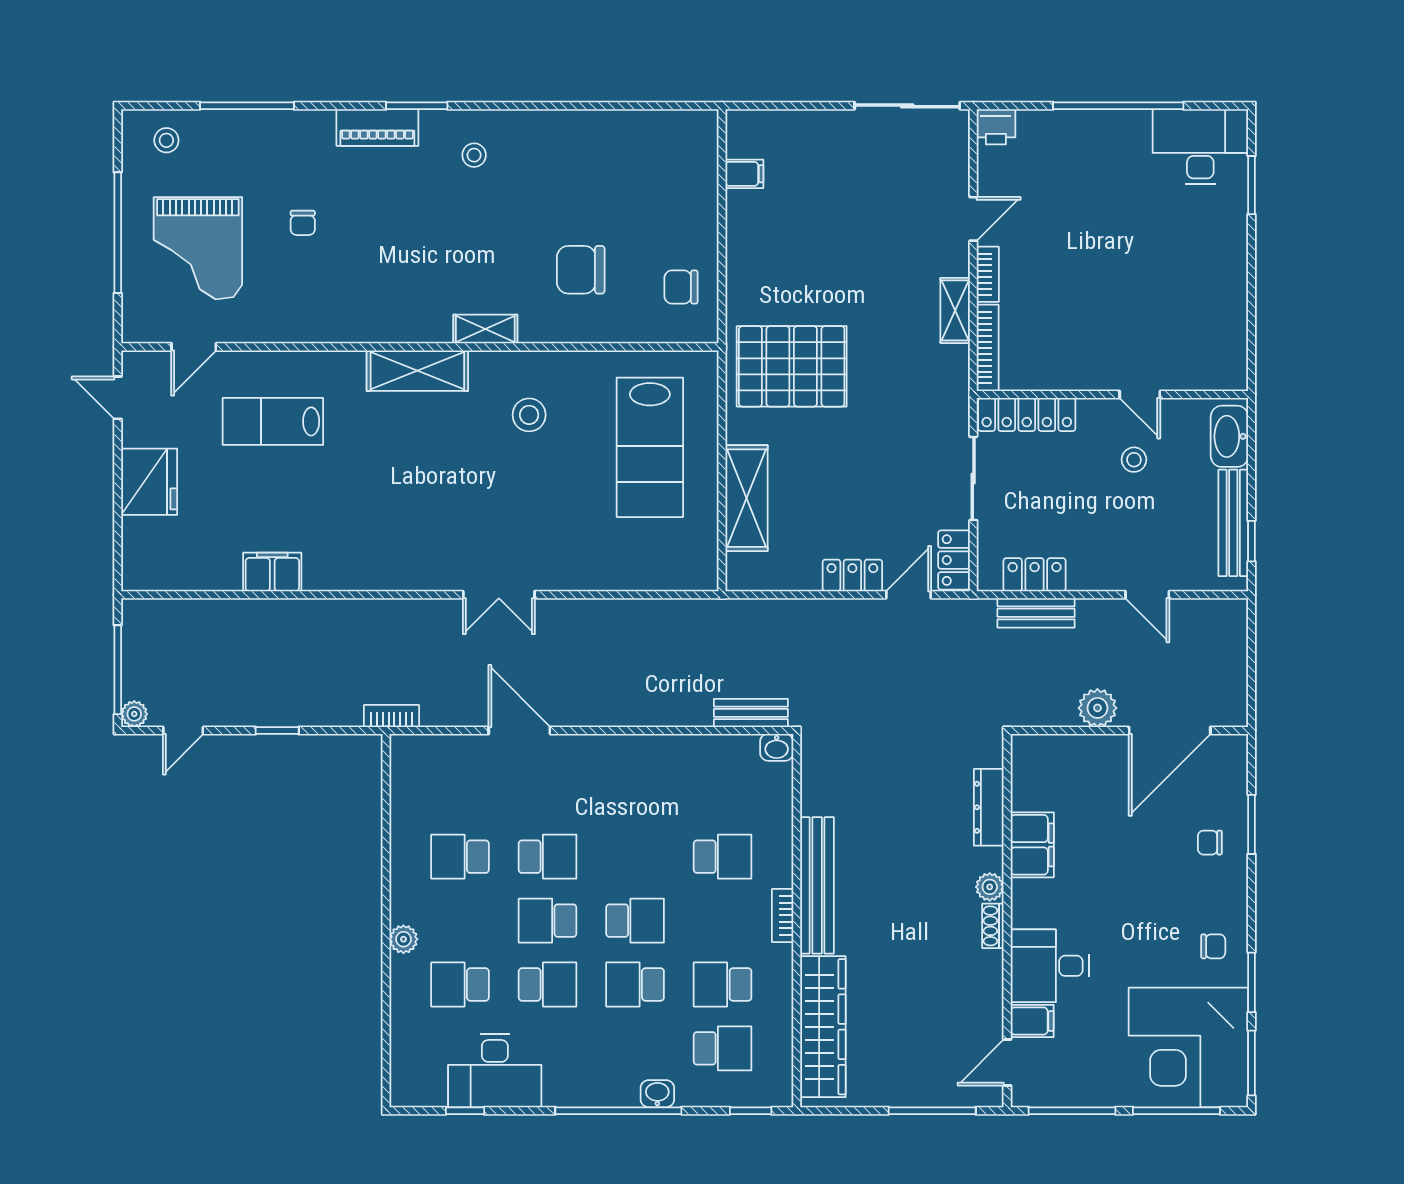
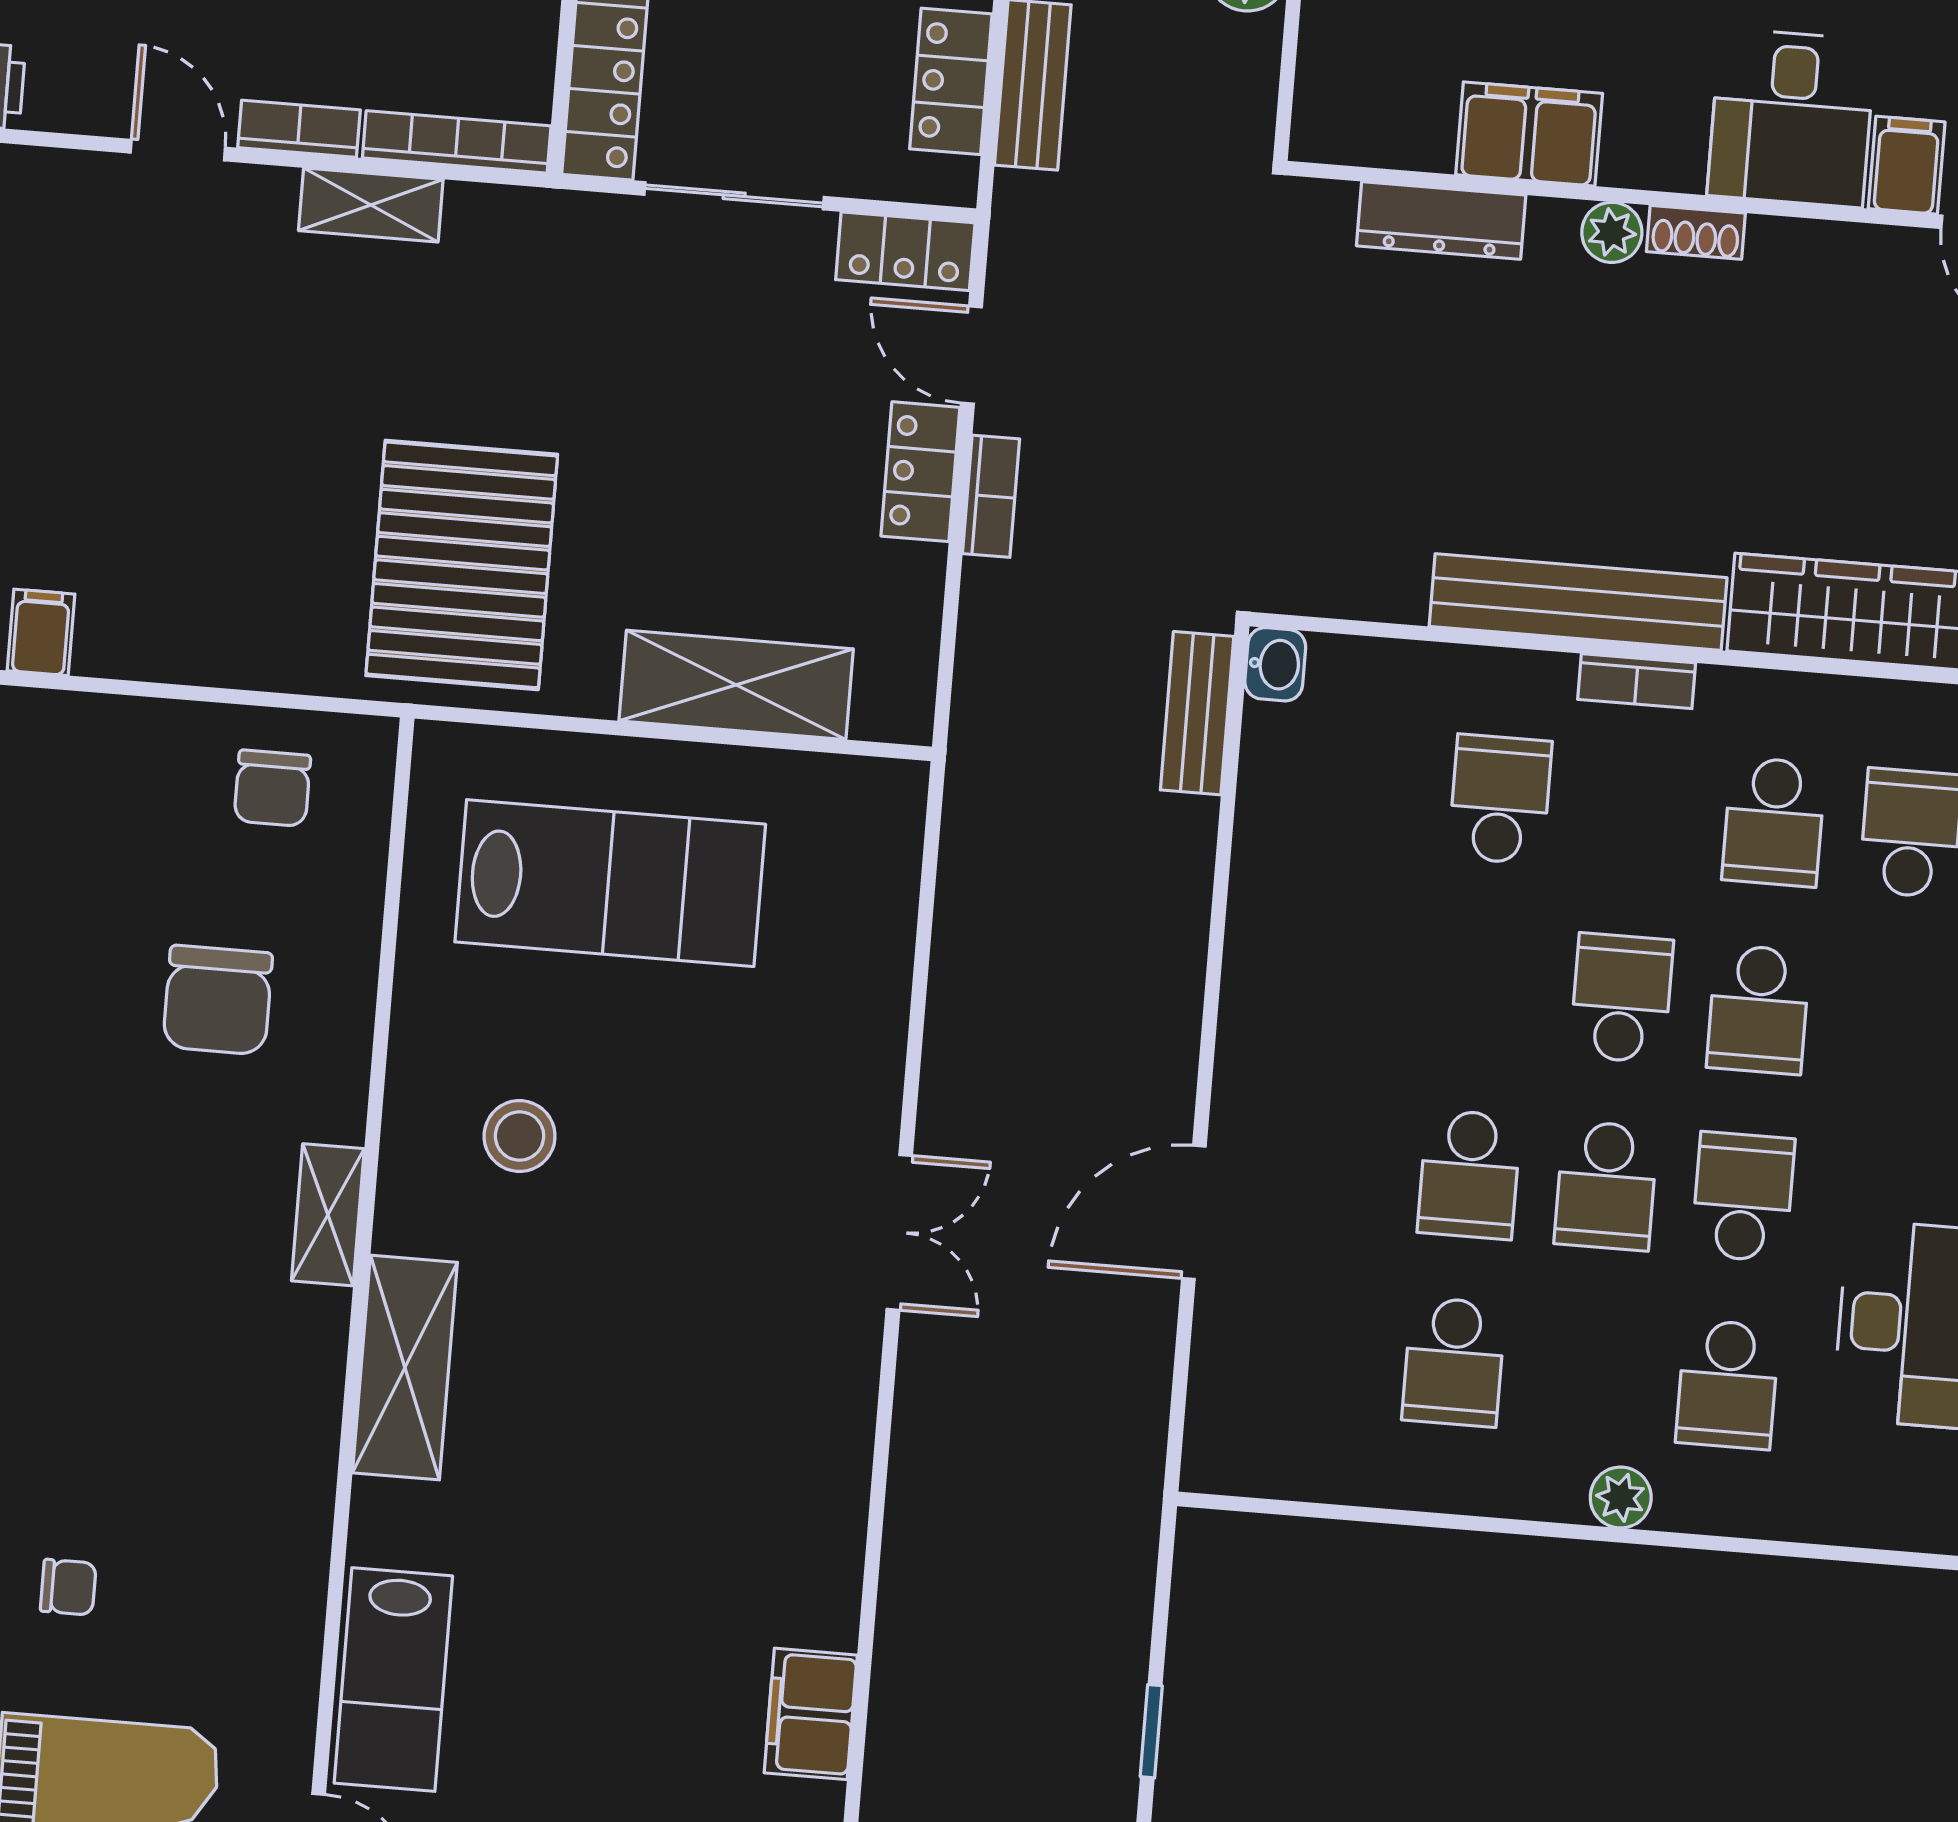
lab bench: (273, 421) -> (393, 1680), moved
bookcase: (391, 716) -> (991, 496), moved, turned 180
school desk: (548, 857) -> (1469, 1174), turned 180

